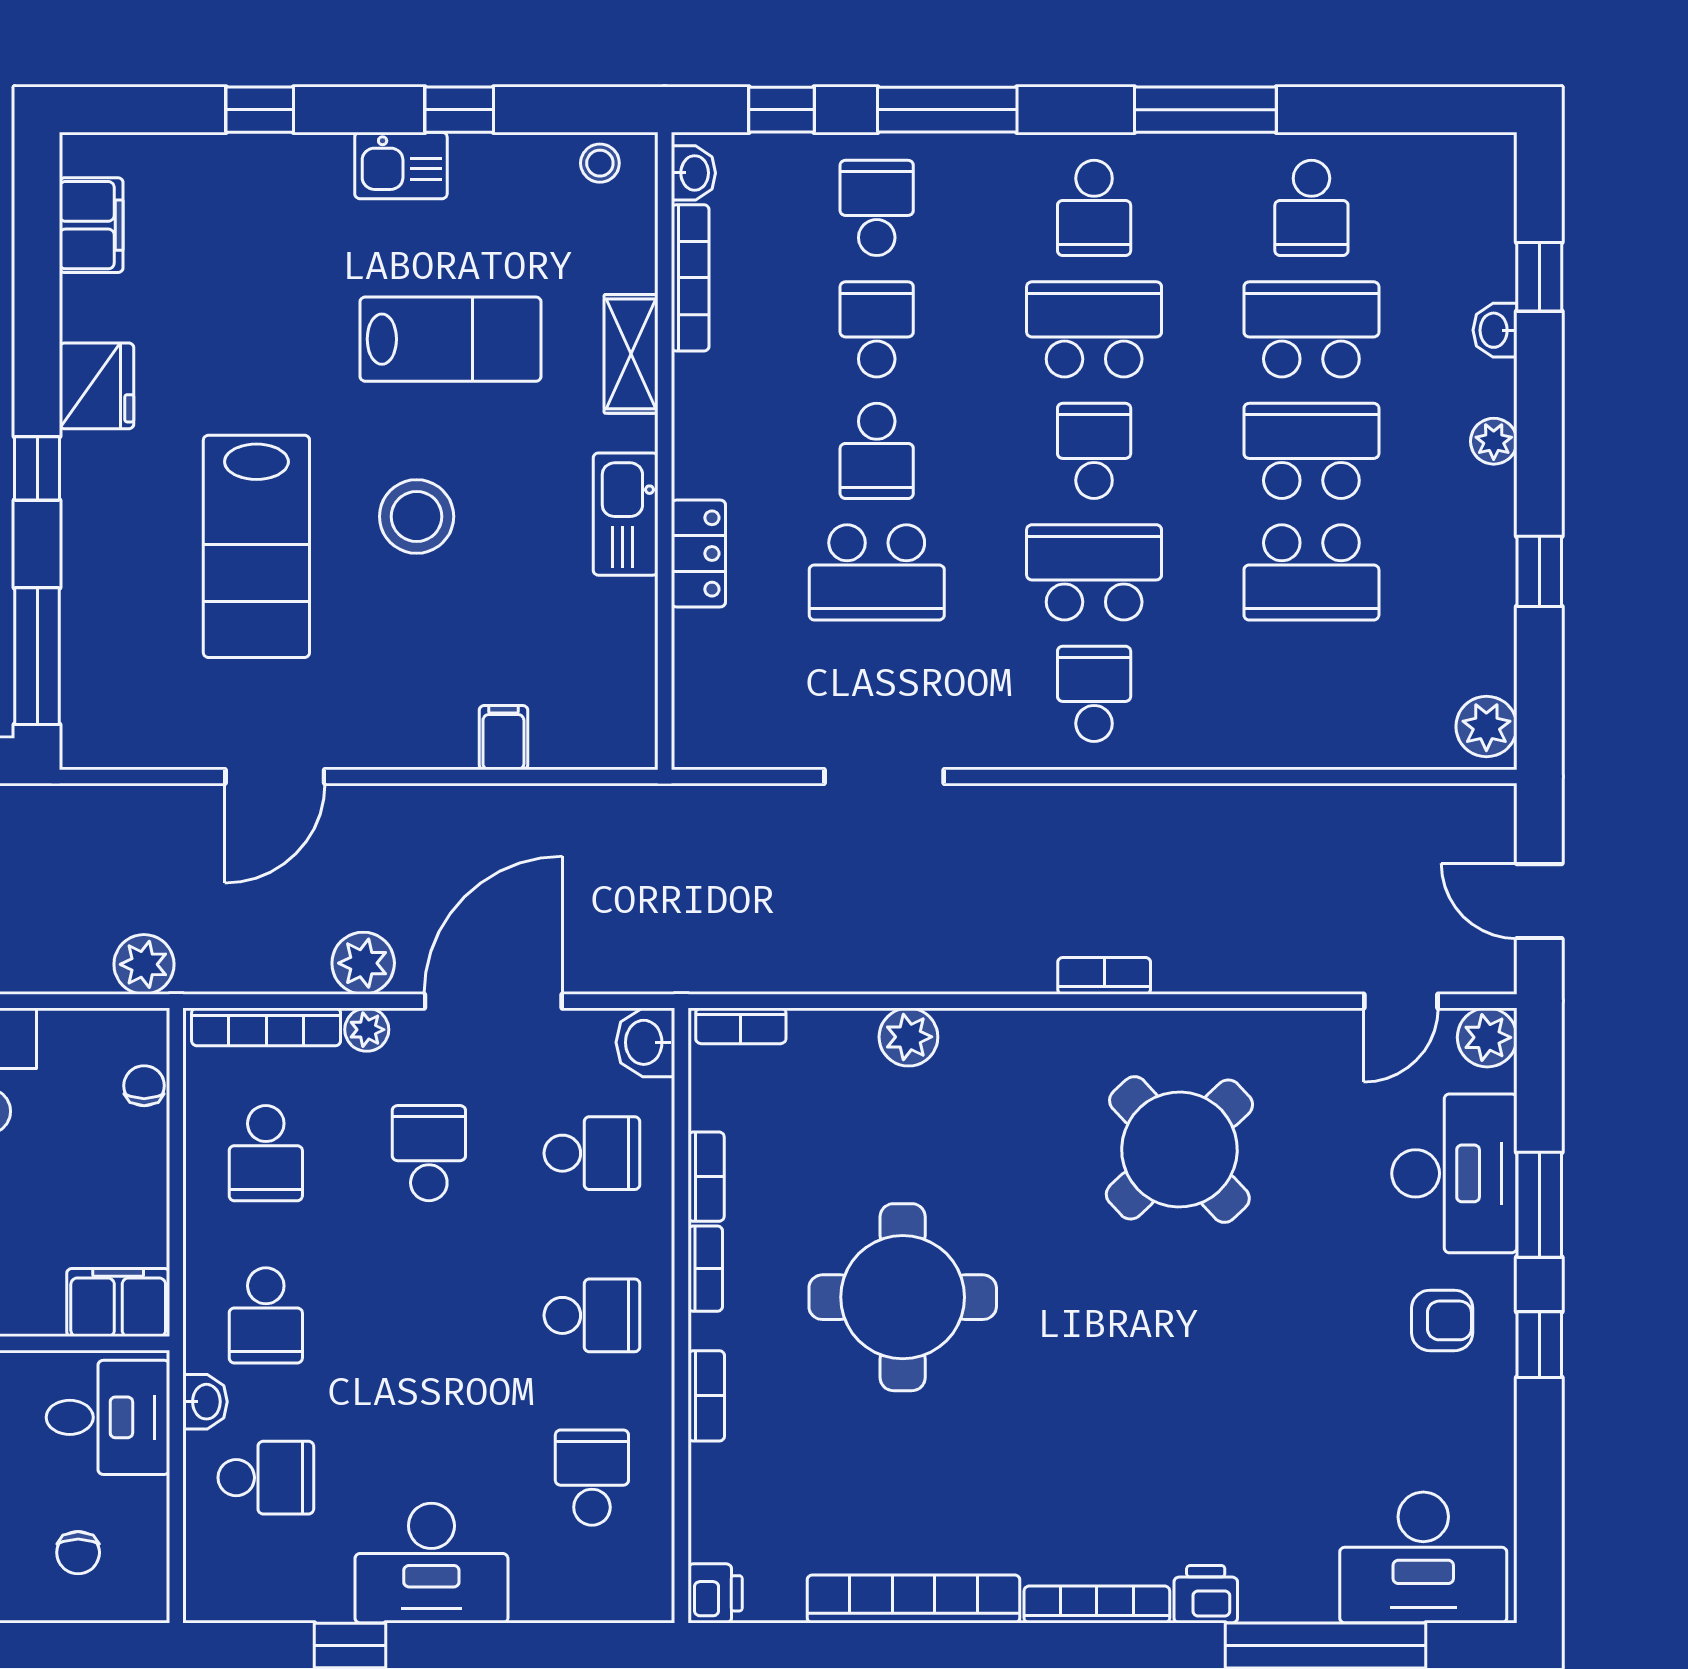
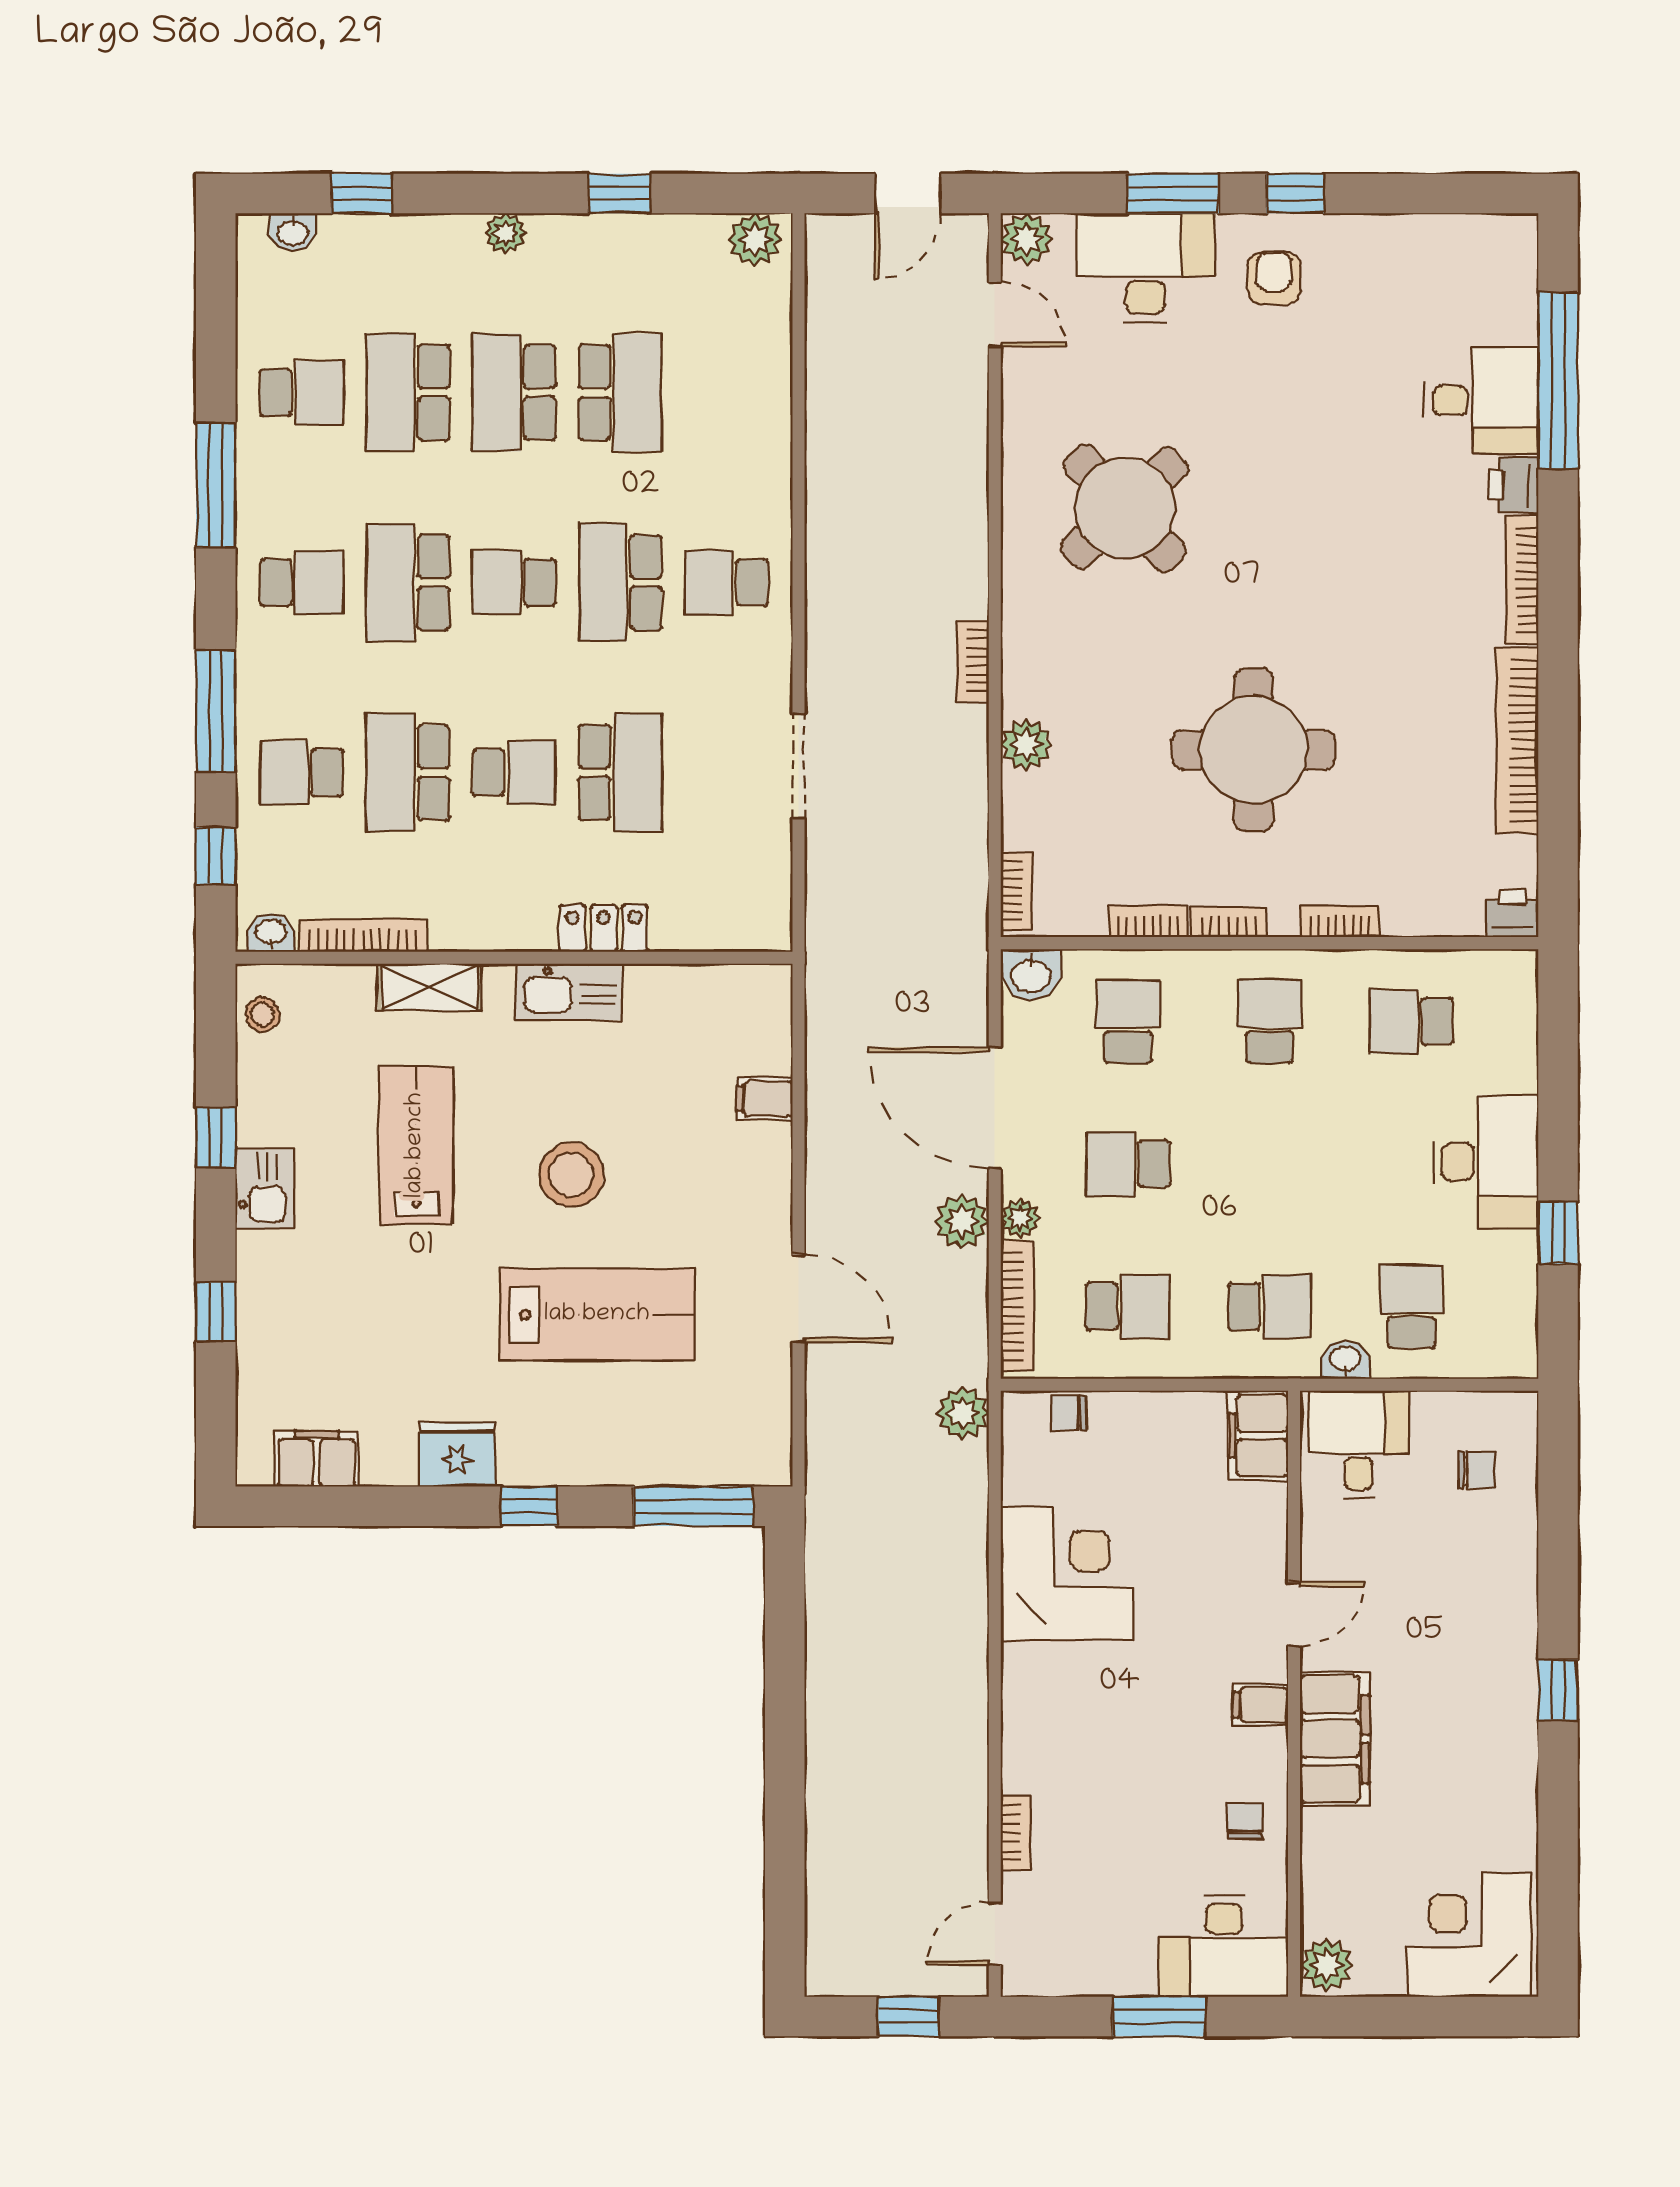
school desk: (877, 329) -> (408, 772), width x1.85
washbasin: (1495, 330) -> (293, 232), moved
bookcase: (1104, 976) -> (973, 661), moved
desk: (1423, 1557) -> (1481, 400), moved, width x0.73

